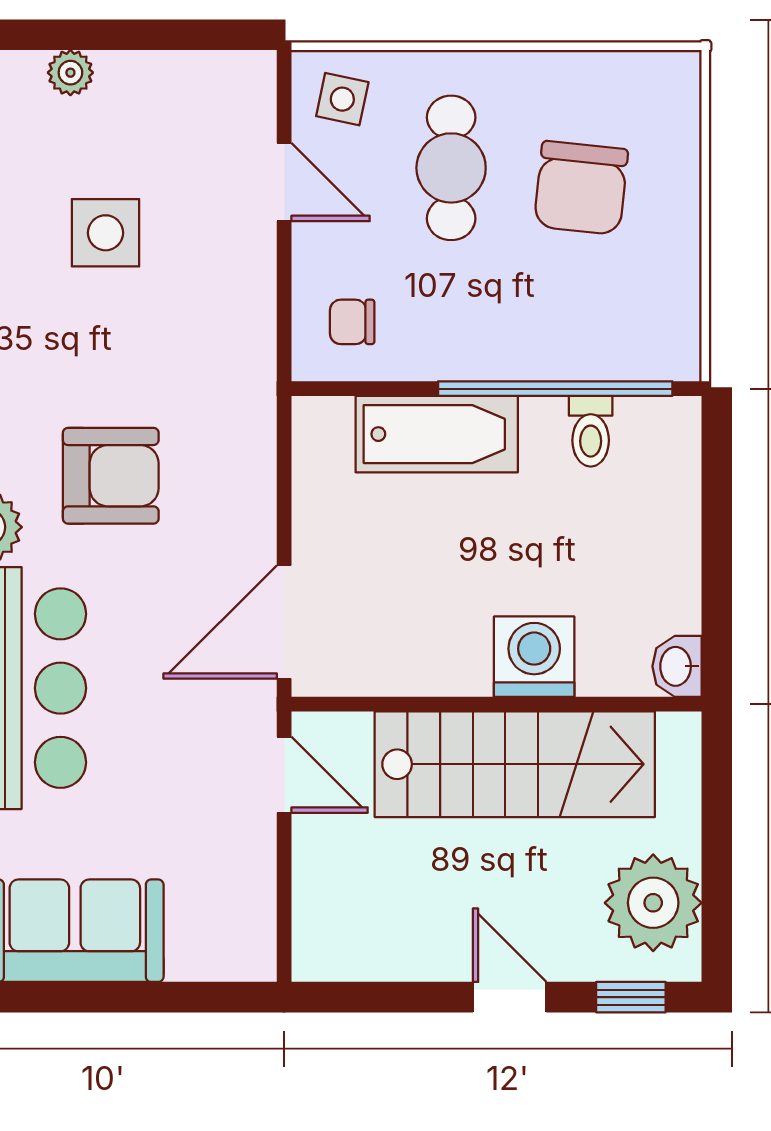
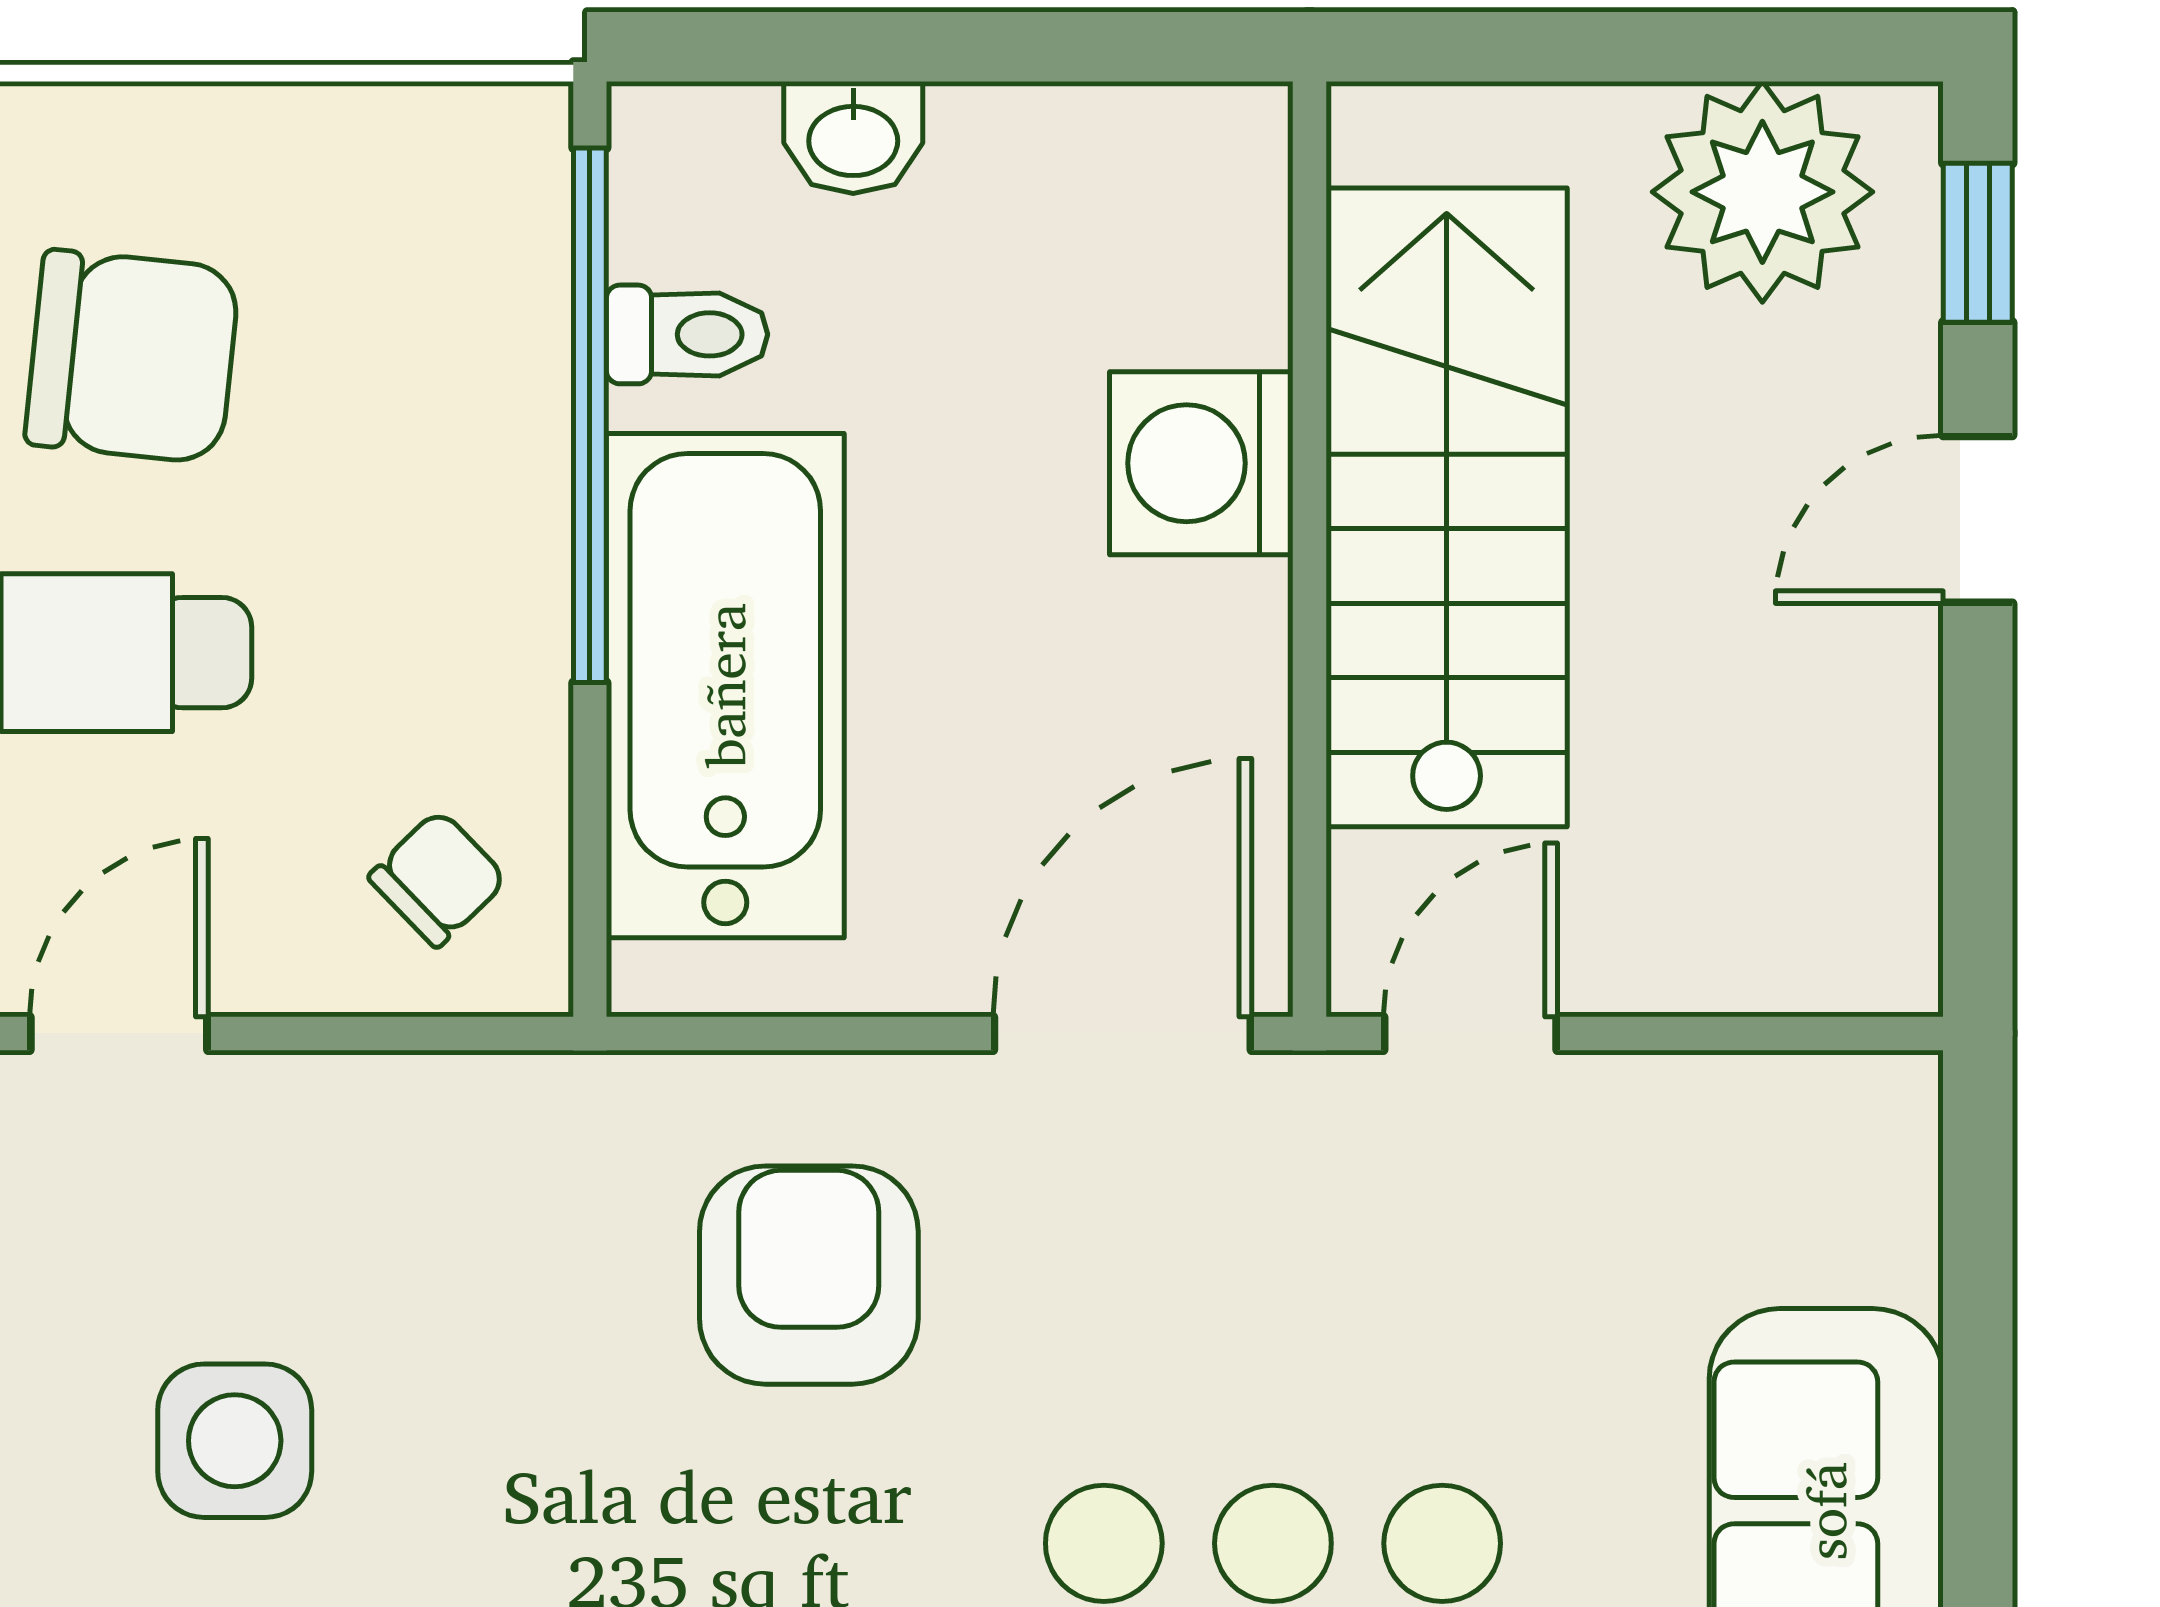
chair: (352, 322) -> (438, 878), turned -134
bathtub: (437, 434) -> (725, 686), width x1.36, depth x1.36
armchair: (111, 476) -> (809, 1275), moved
door: (284, 622) -> (1122, 1033), swing flipped
washbasin: (677, 666) -> (853, 138), moved

